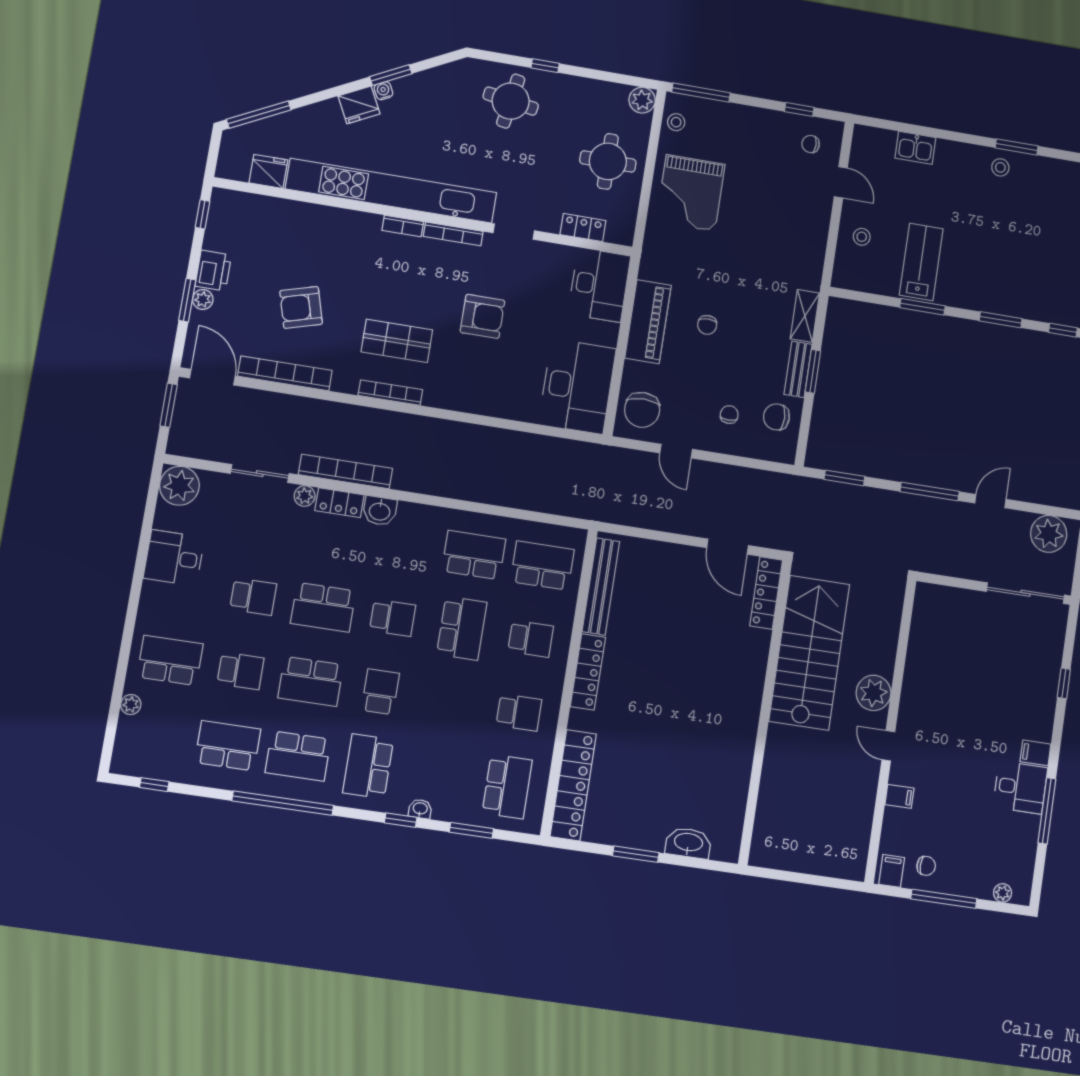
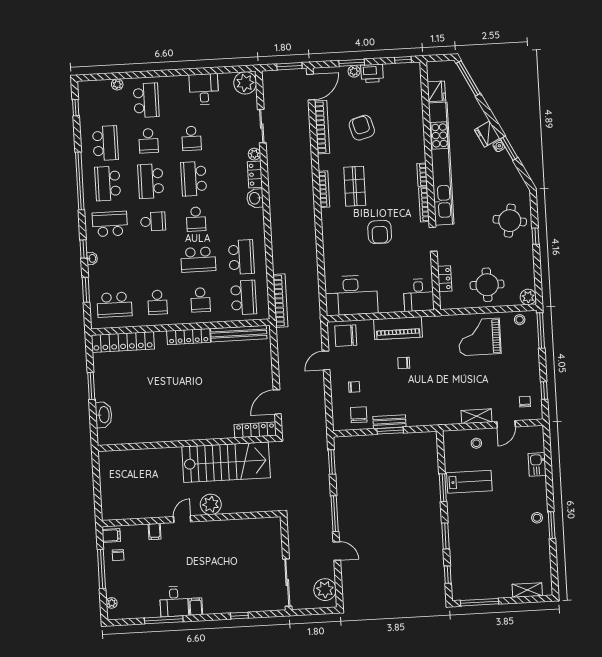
desk: (599, 285) -> (419, 295), width x0.73
shelving: (805, 316) -> (477, 416), moved
bookcase: (345, 472) -> (280, 301), moved

